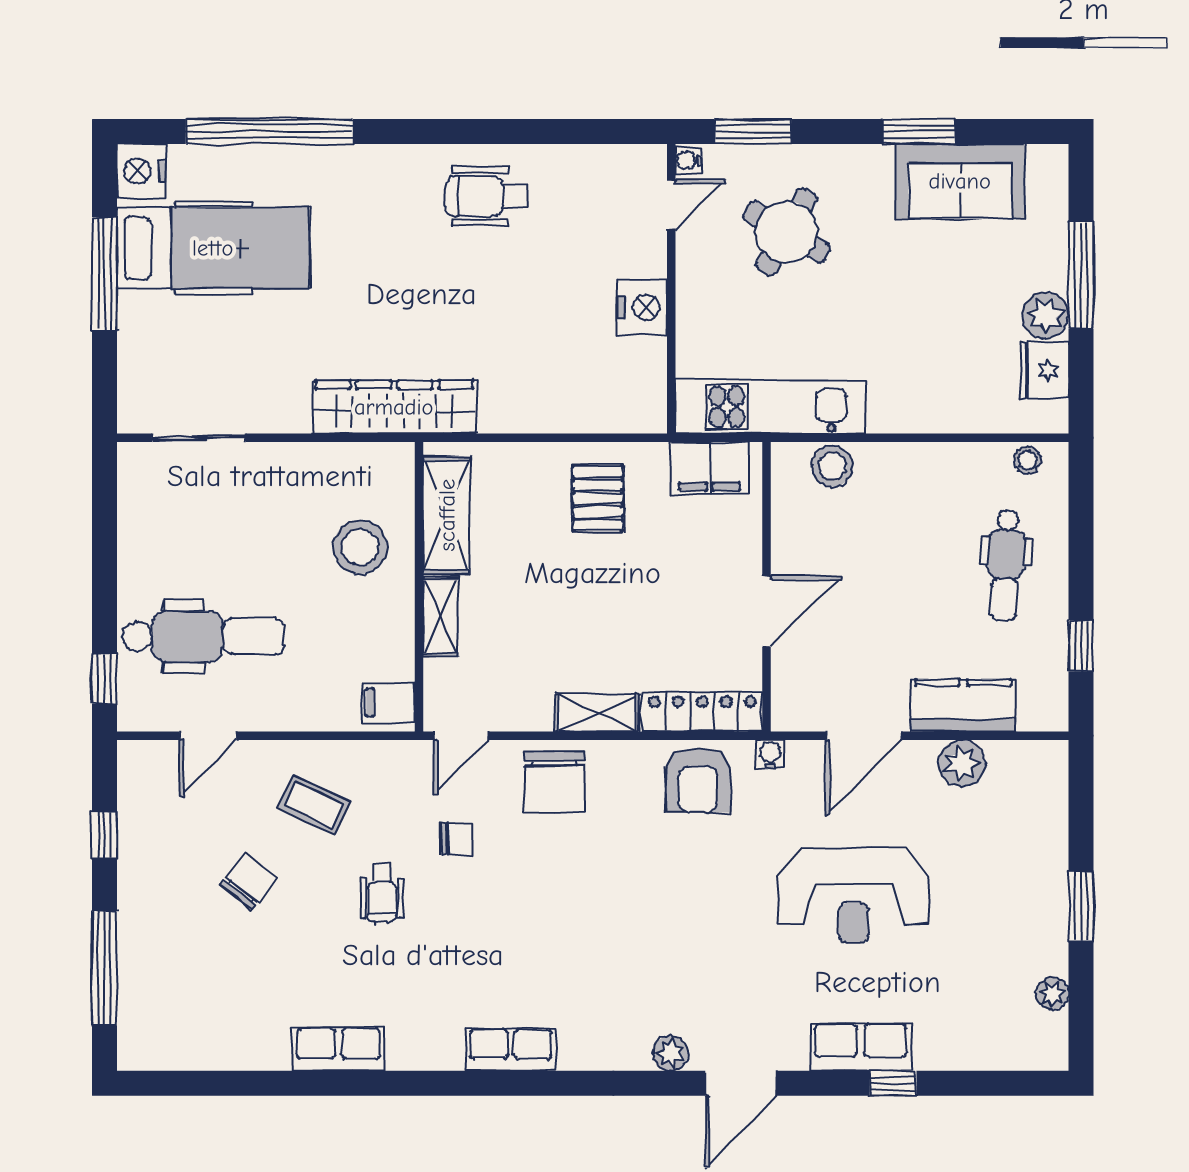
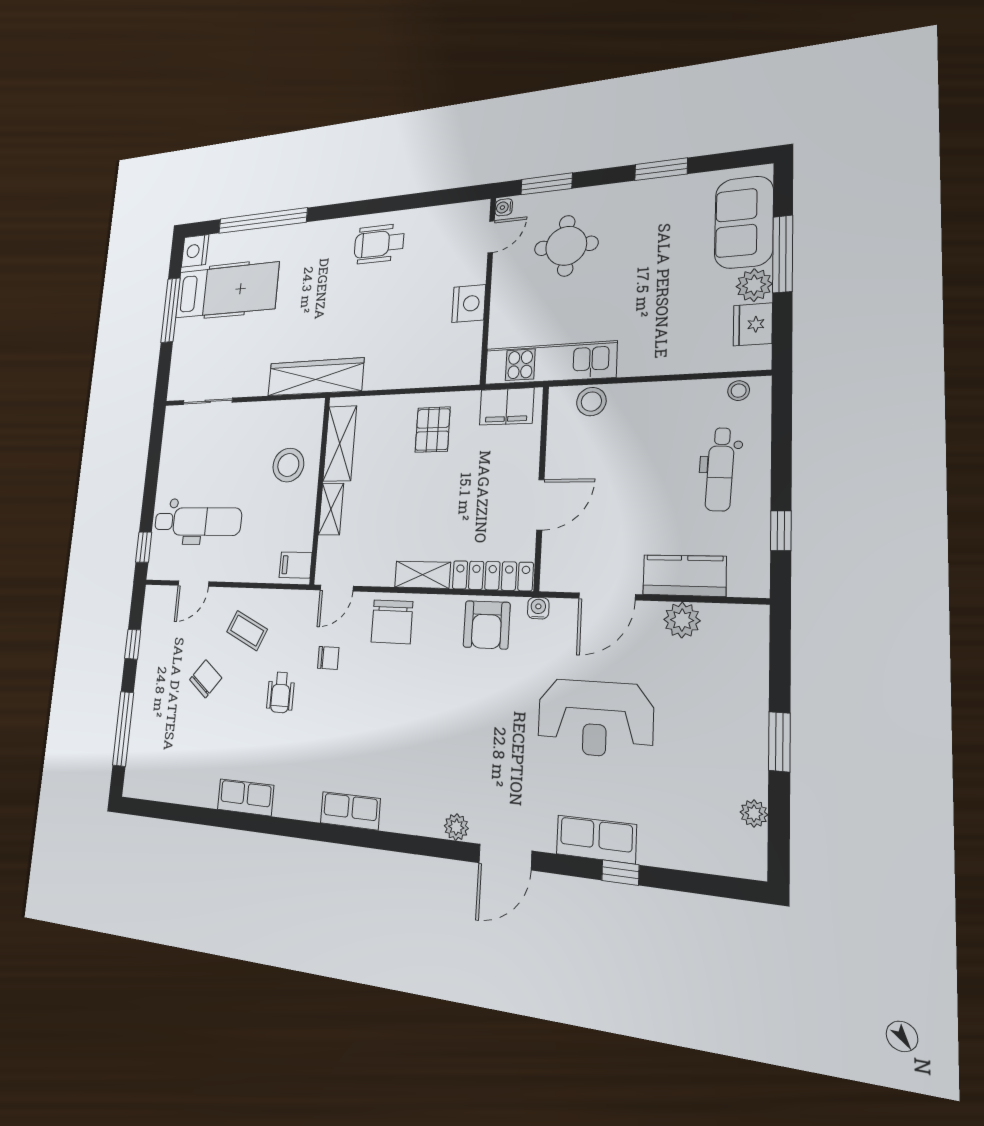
sofa: (960, 181) -> (744, 222), moved, turned 90
round table: (787, 232) -> (566, 246), turned -30

